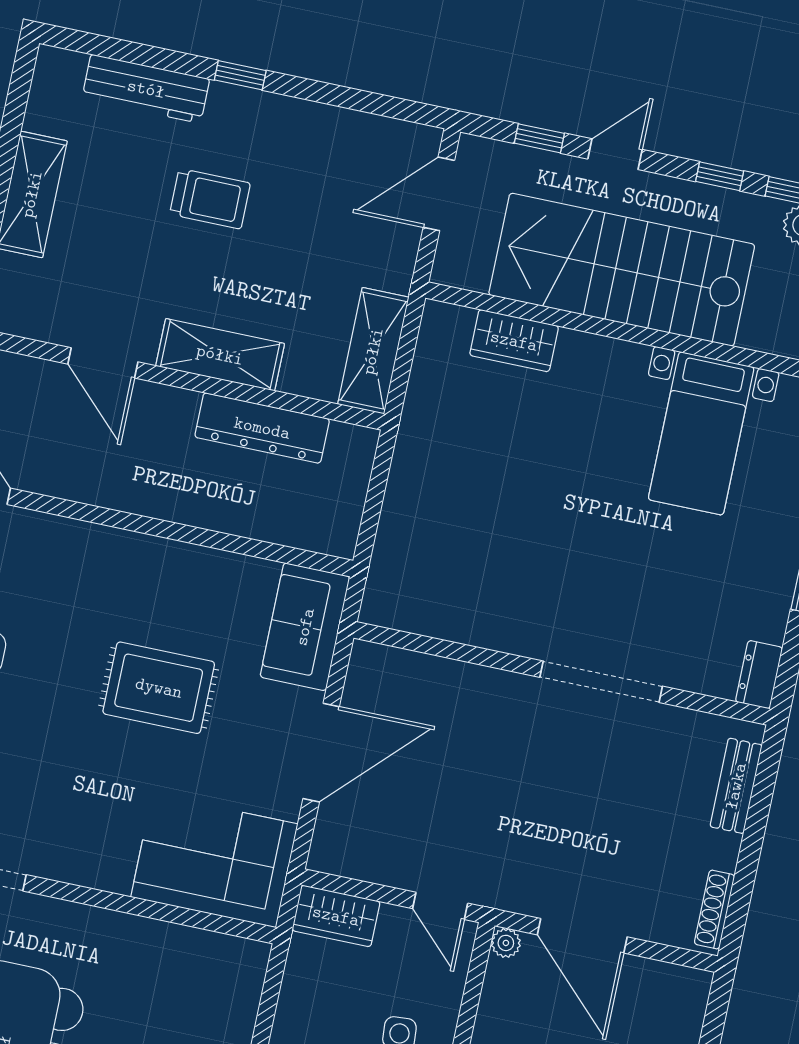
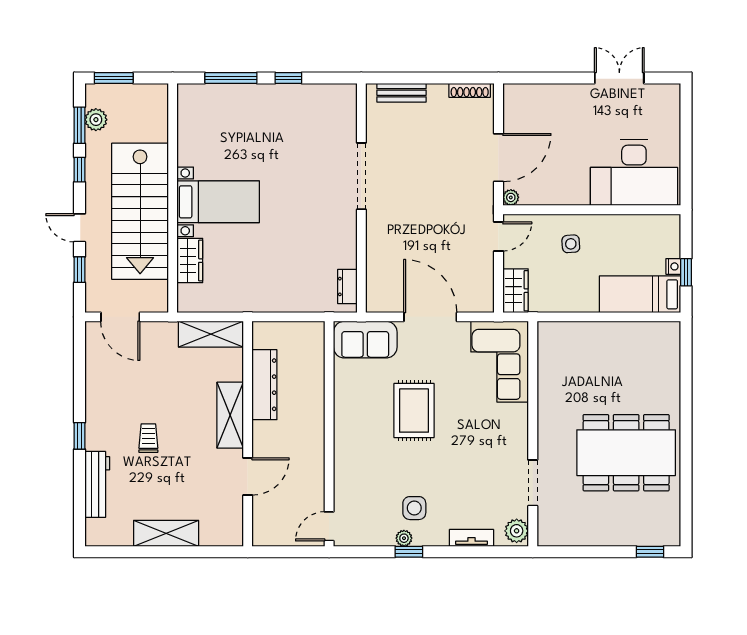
trolley: (210, 199) -> (148, 438), width x0.73, depth x0.72
bed with nightstands: (701, 433) -> (218, 202), moved
dresser: (759, 675) -> (347, 286), moved, turned 90

